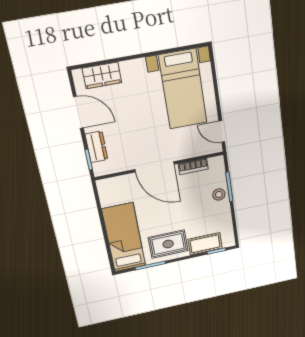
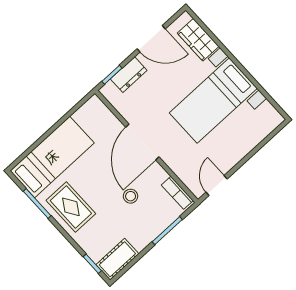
bed with nightstands: (183, 89) -> (213, 101), moved
door: (78, 112) -> (151, 39), hinge flipped
bookcase: (193, 167) -> (177, 193), moved
stool: (219, 194) -> (131, 196), moved
cot: (205, 244) -> (117, 259), moved, turned 90

